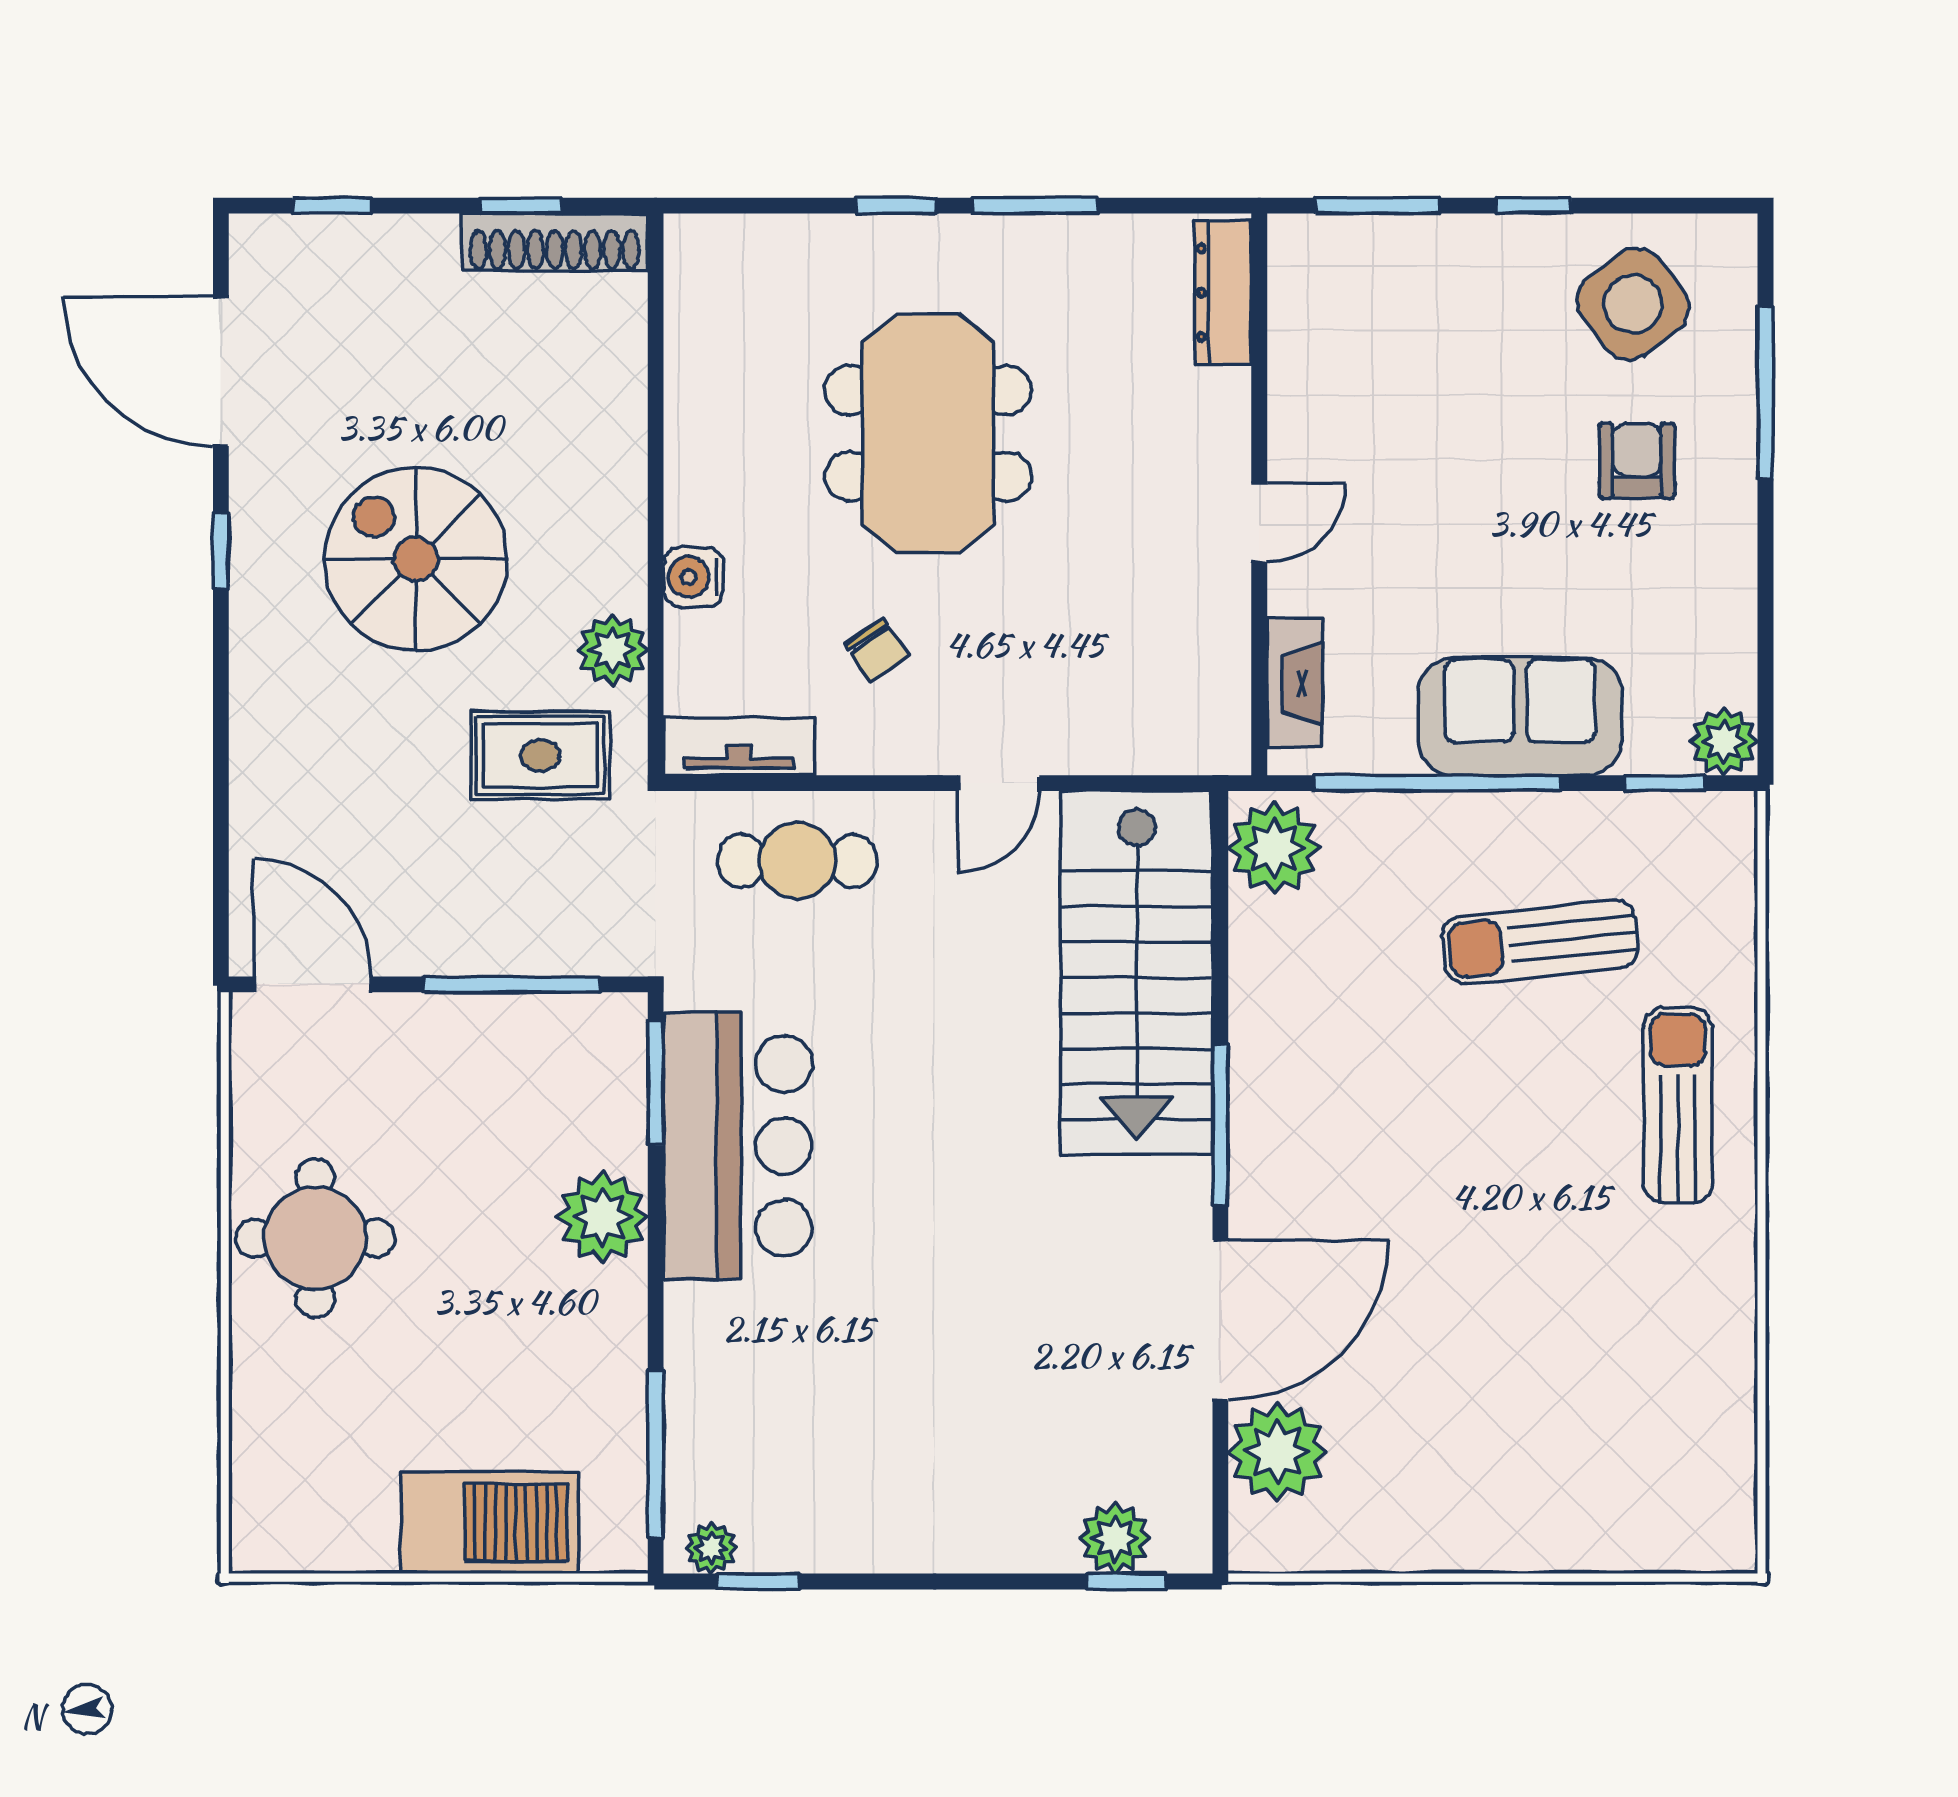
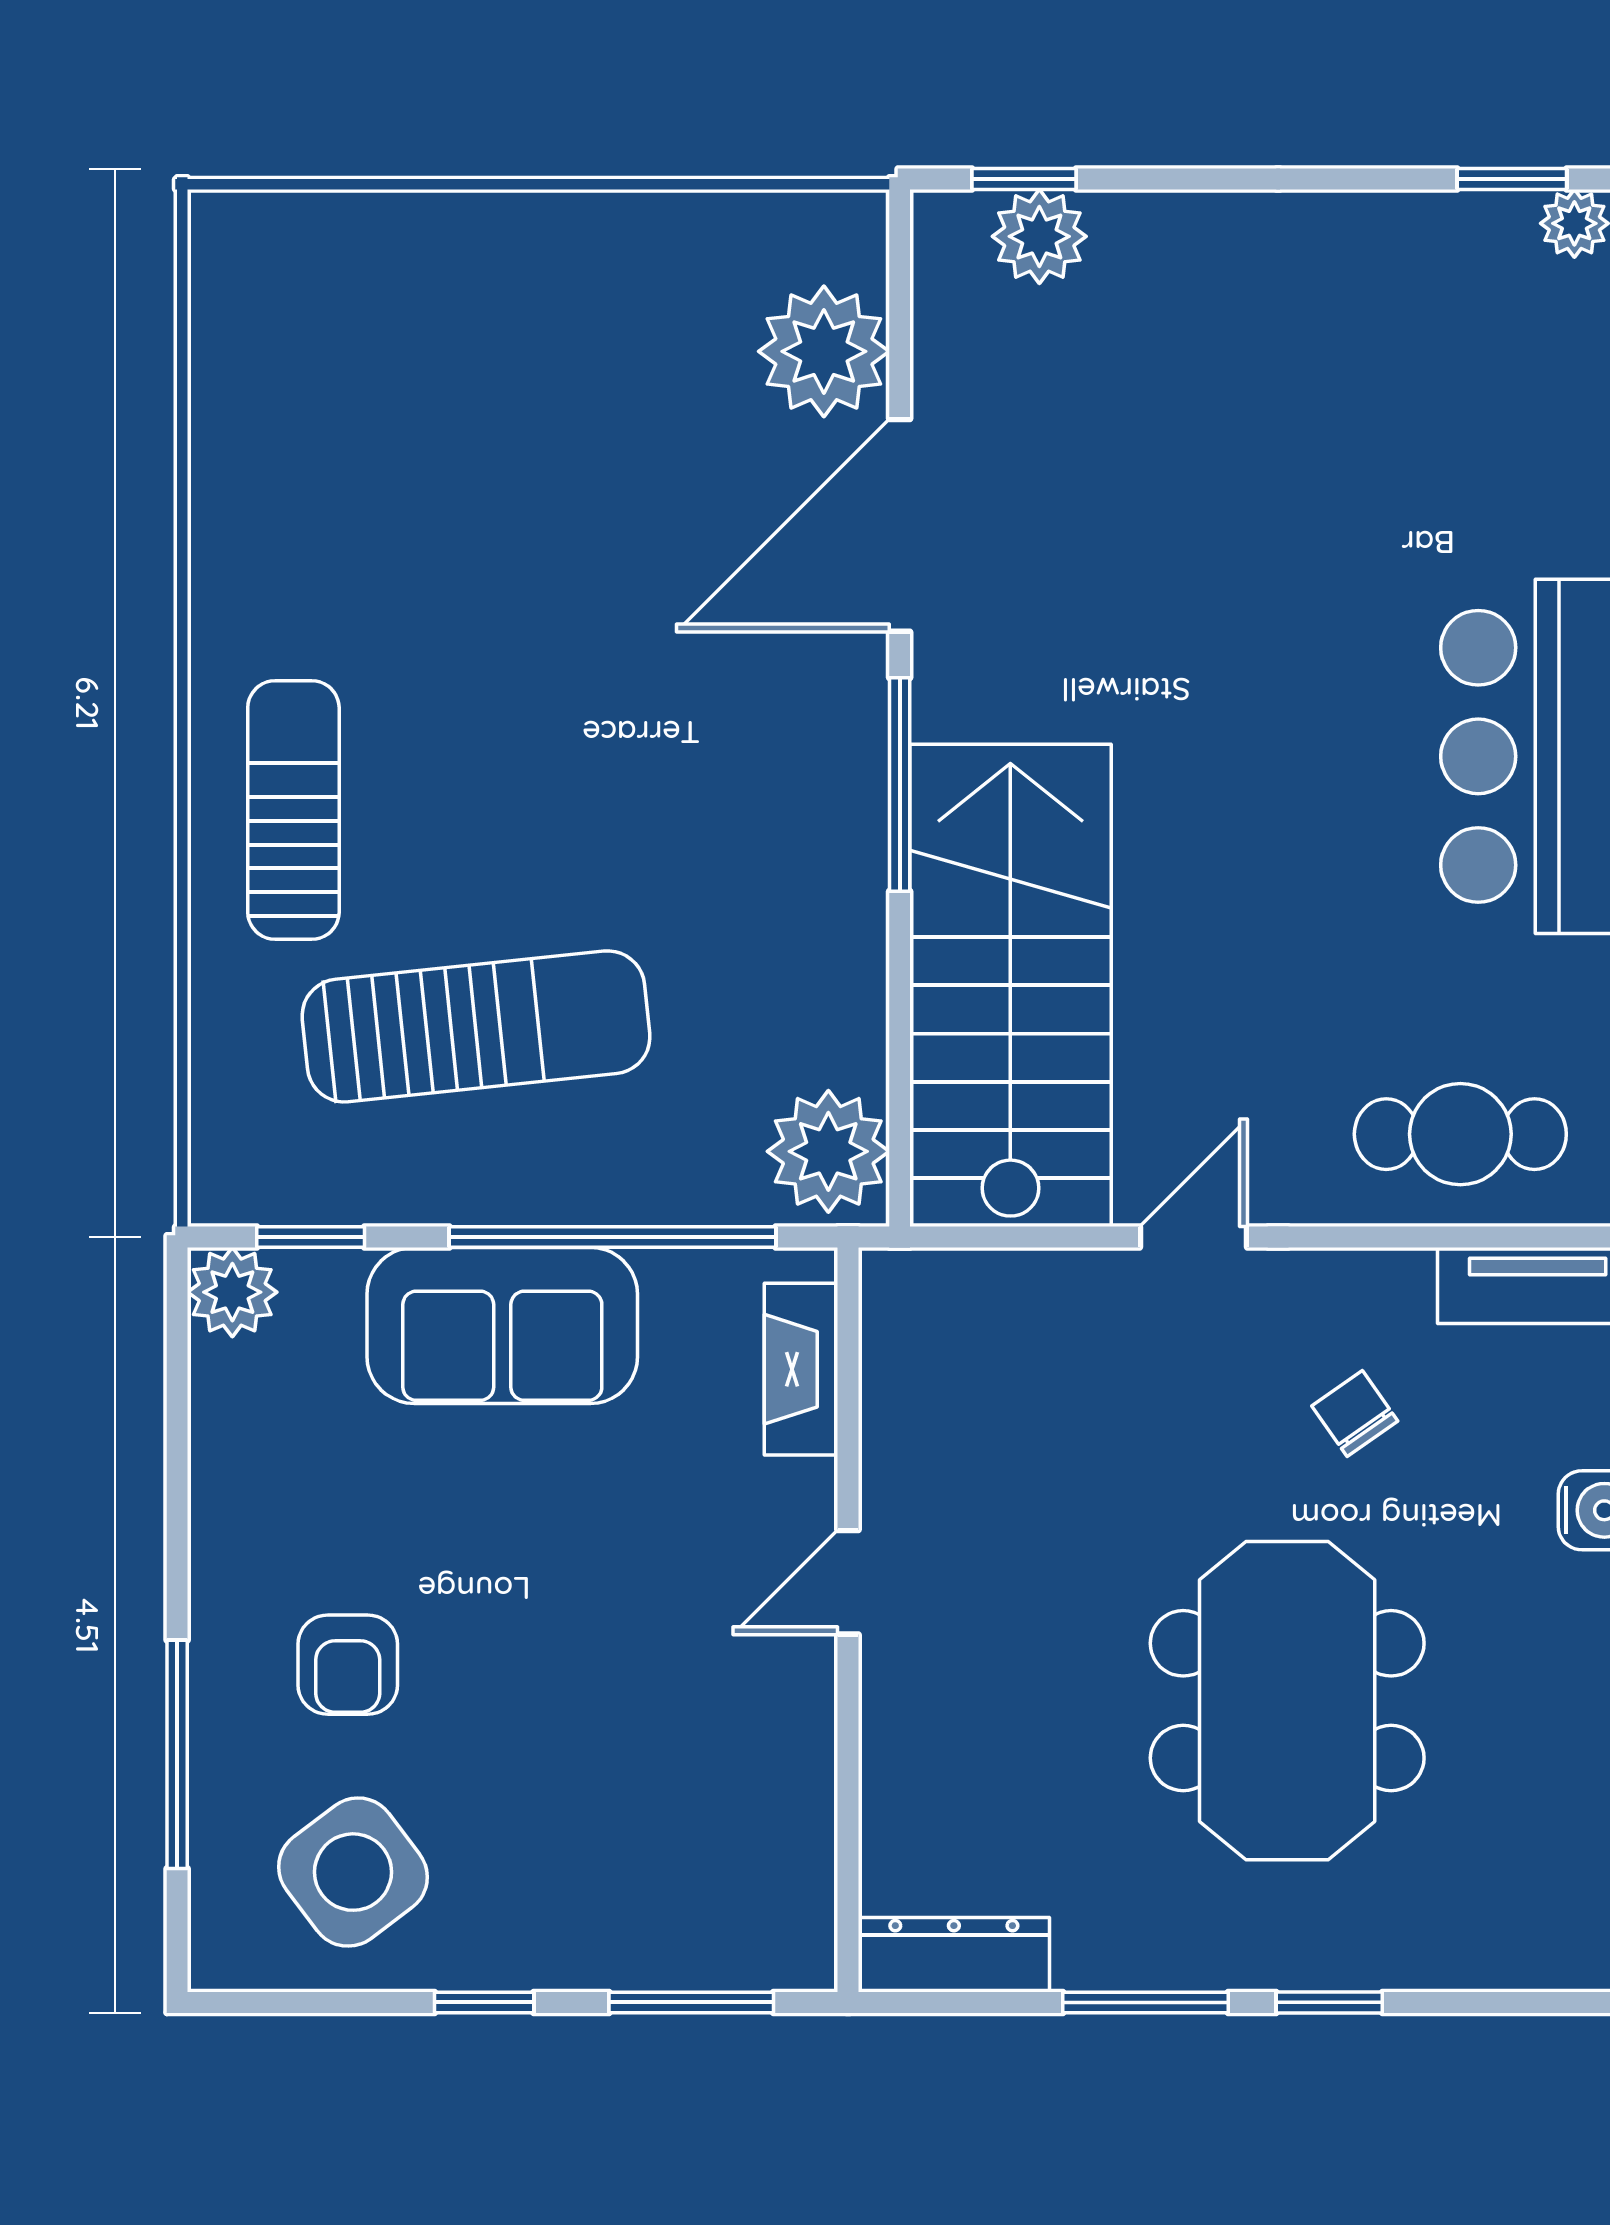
dresser: (1223, 293) -> (954, 1955), moved, turned -90
sun lounger: (1540, 942) -> (476, 1026), width x1.36, depth x1.34
sun lounger: (1678, 1105) -> (293, 810), turned 180

